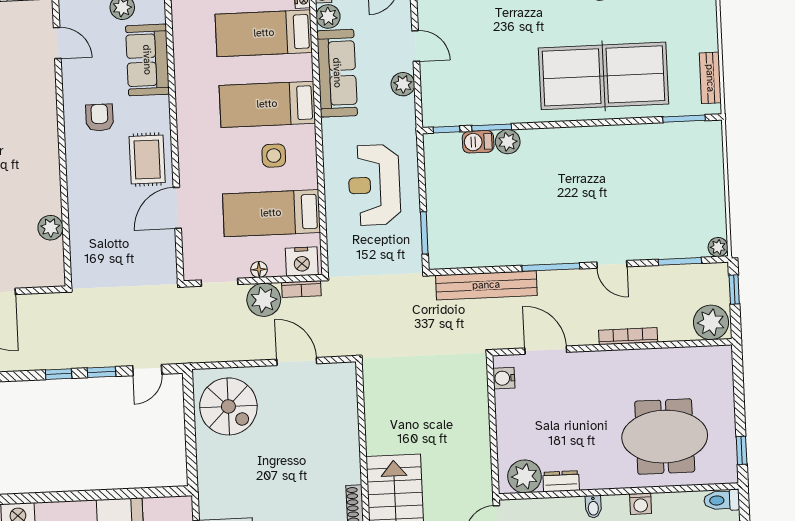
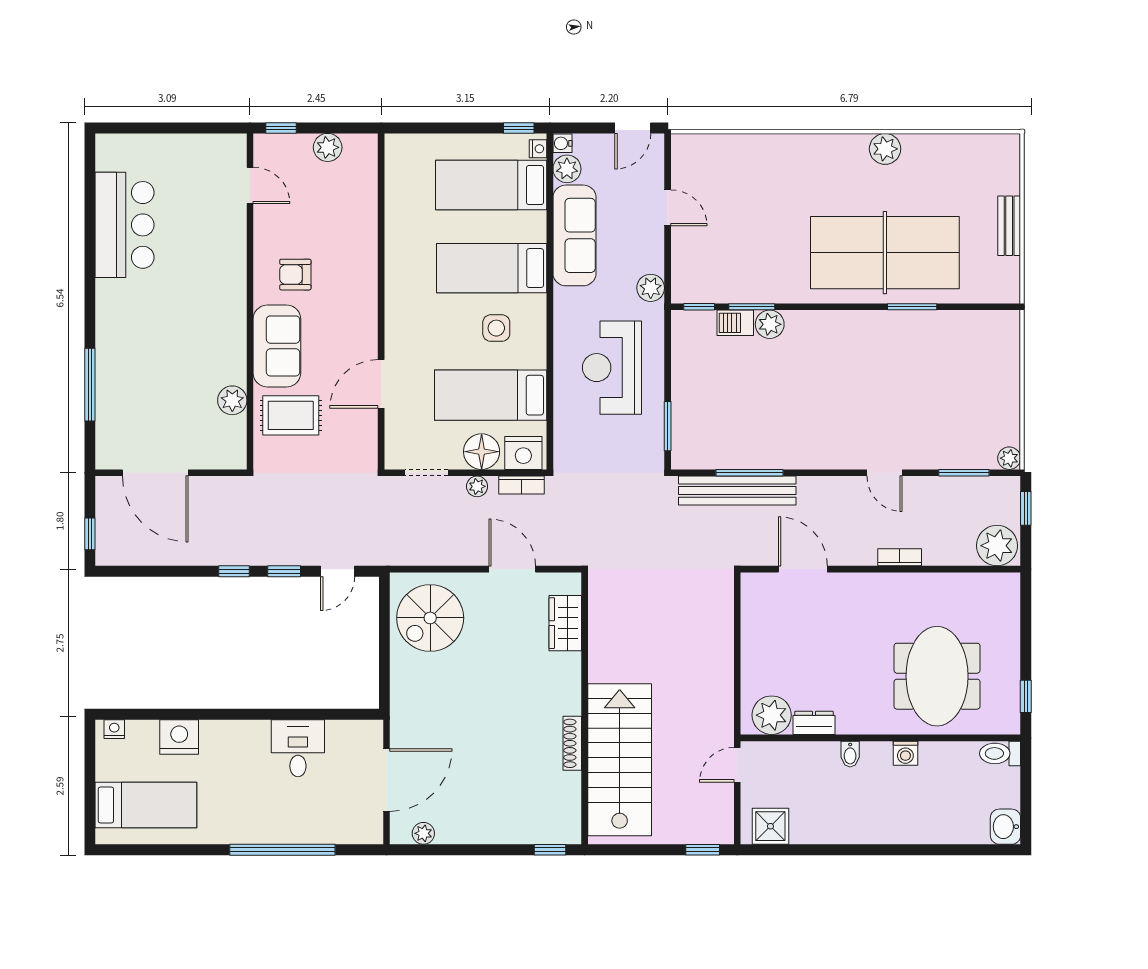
sofa: (147, 60) -> (277, 346), moved, turned 180
bench: (710, 78) -> (1009, 226), moved
plant: (403, 84) -> (651, 288), moved
armchair: (100, 118) -> (295, 275), turned -90
window: (684, 119) -> (912, 307), moved
rug: (147, 159) -> (291, 415), moved, turned 90
window: (551, 267) -> (749, 473), moved
floor lamp: (259, 269) -> (482, 452), width x1.89, depth x1.89
plant: (264, 300) -> (477, 486), width x0.53, depth x0.53
bookcase: (628, 336) -> (900, 557), width x0.64
water cooler: (504, 378) -> (753, 600), removed
spiral stairs: (228, 406) -> (430, 618), turned 90
wardrobe: (344, 406) -> (565, 623), added
meeting table: (665, 437) -> (937, 676), turned 90

